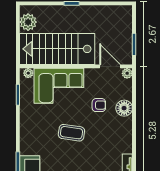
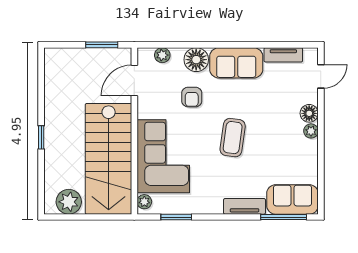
plant: (127, 73) -> (162, 55), moved
armchair: (99, 105) -> (192, 97), turned 180
sofa: (122, 135) -> (236, 63), added
tv unit: (25, 141) -> (245, 206), added

